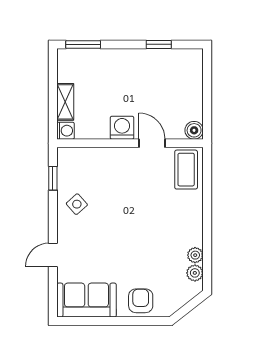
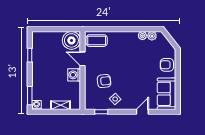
boiler: (194, 130) -> (71, 40), width x1.86, depth x1.86
washing machine: (65, 131) -> (36, 105), moved
door: (152, 143) -> (83, 59), hinge flipped
armchair: (110, 183) -> (104, 81), added
door: (53, 255) -> (142, 112), swing flipped

